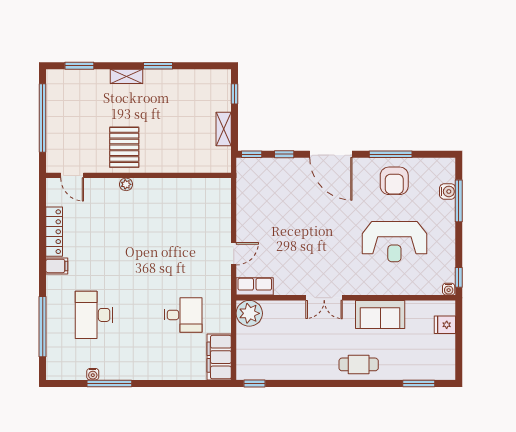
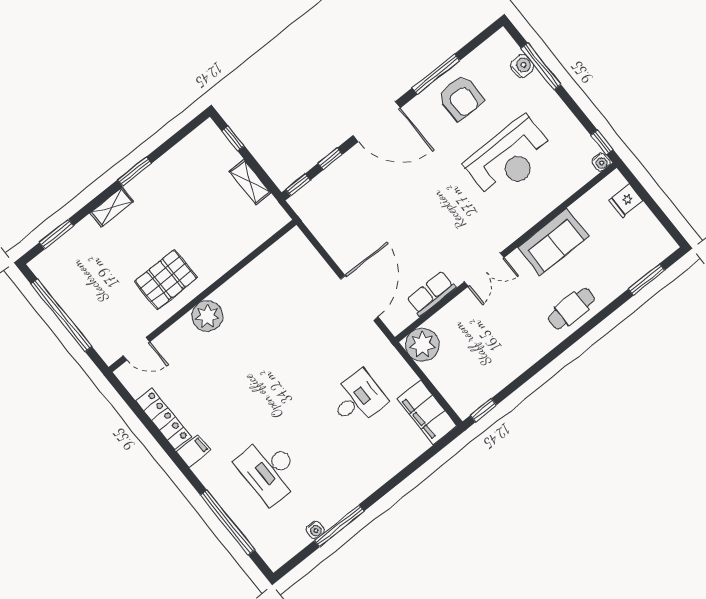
pallet: (124, 147) -> (166, 279), turned 90
plant: (126, 184) -> (207, 316), width x1.88, depth x1.88
door: (234, 254) -> (359, 298), width x1.88
row of seats: (255, 286) -> (431, 294), moved

